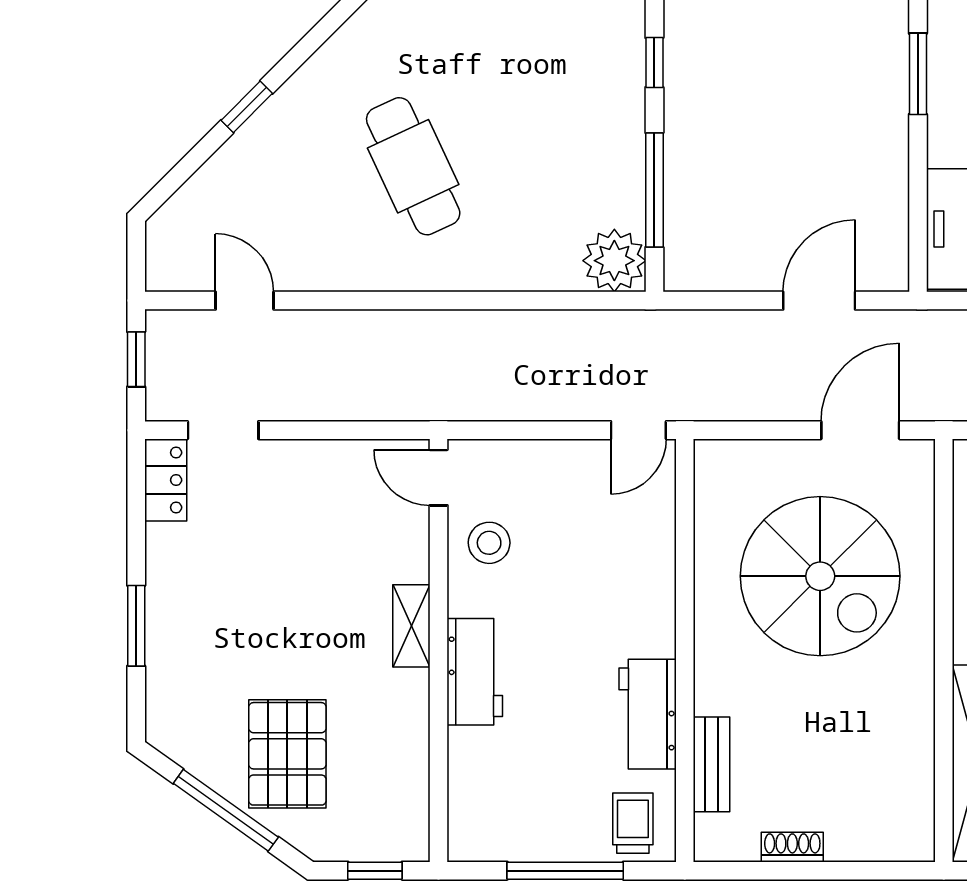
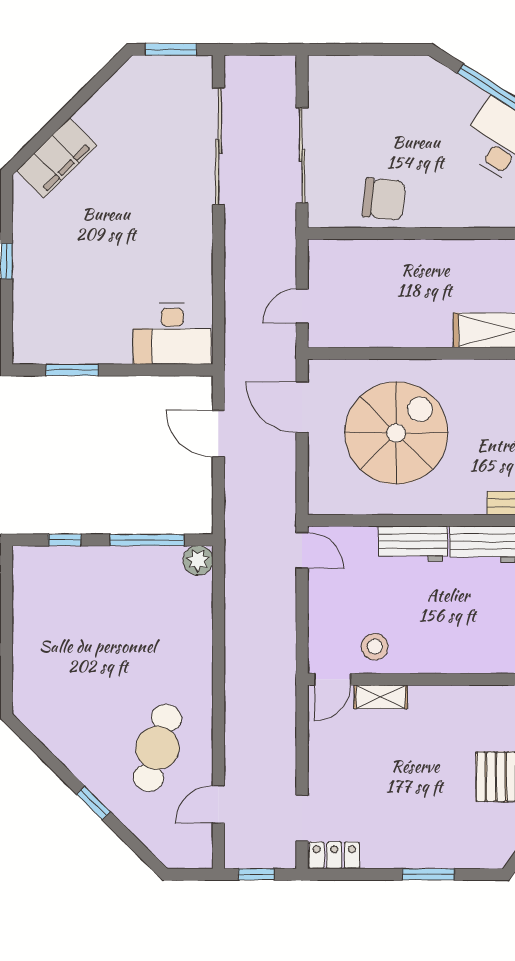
cafe table: (413, 166) -> (157, 748), moved, turned -48
plant: (614, 261) -> (198, 560), width x0.73, depth x0.73
shelving: (411, 626) -> (381, 697), moved
workbench: (475, 672) -> (413, 544), moved, turned 180

